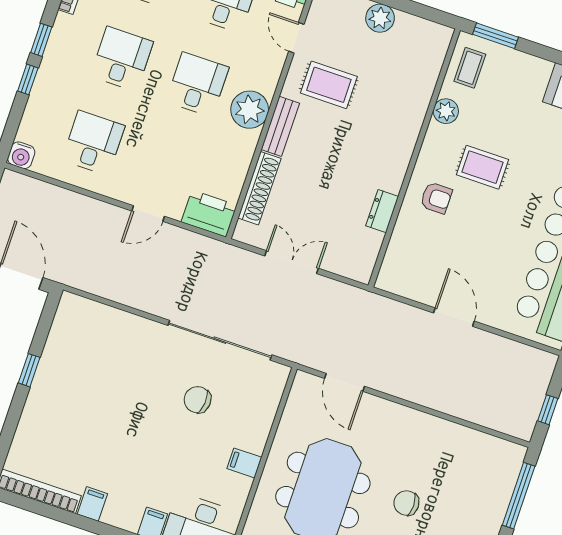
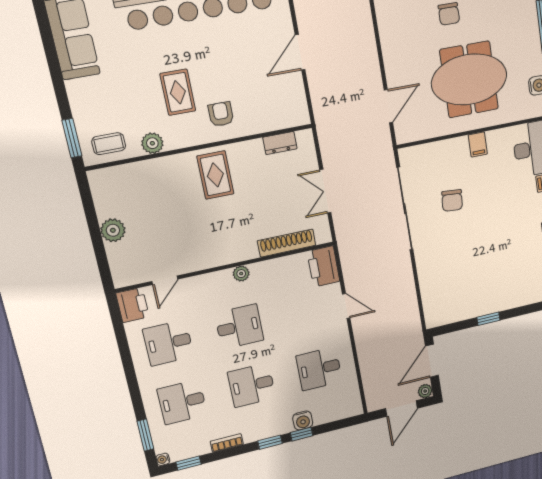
desk: (197, 84) -> (239, 327), turned 180
rug: (329, 85) -> (215, 175), moved
plant: (250, 110) -> (241, 274), width x0.53, depth x0.53
bench: (280, 126) -> (235, 254), removed
water cooler: (21, 155) -> (303, 420), moved, turned 90
dresser: (382, 211) -> (280, 143), moved

